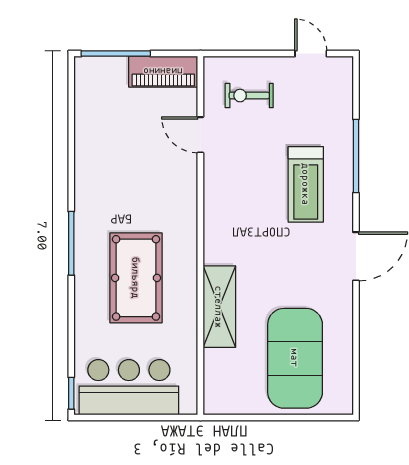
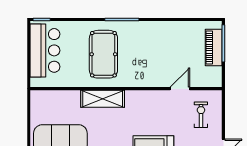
piano: (163, 72) -> (214, 48), moved
pool table: (136, 278) -> (103, 54), turned 90
shelving: (219, 307) -> (103, 99), moved

